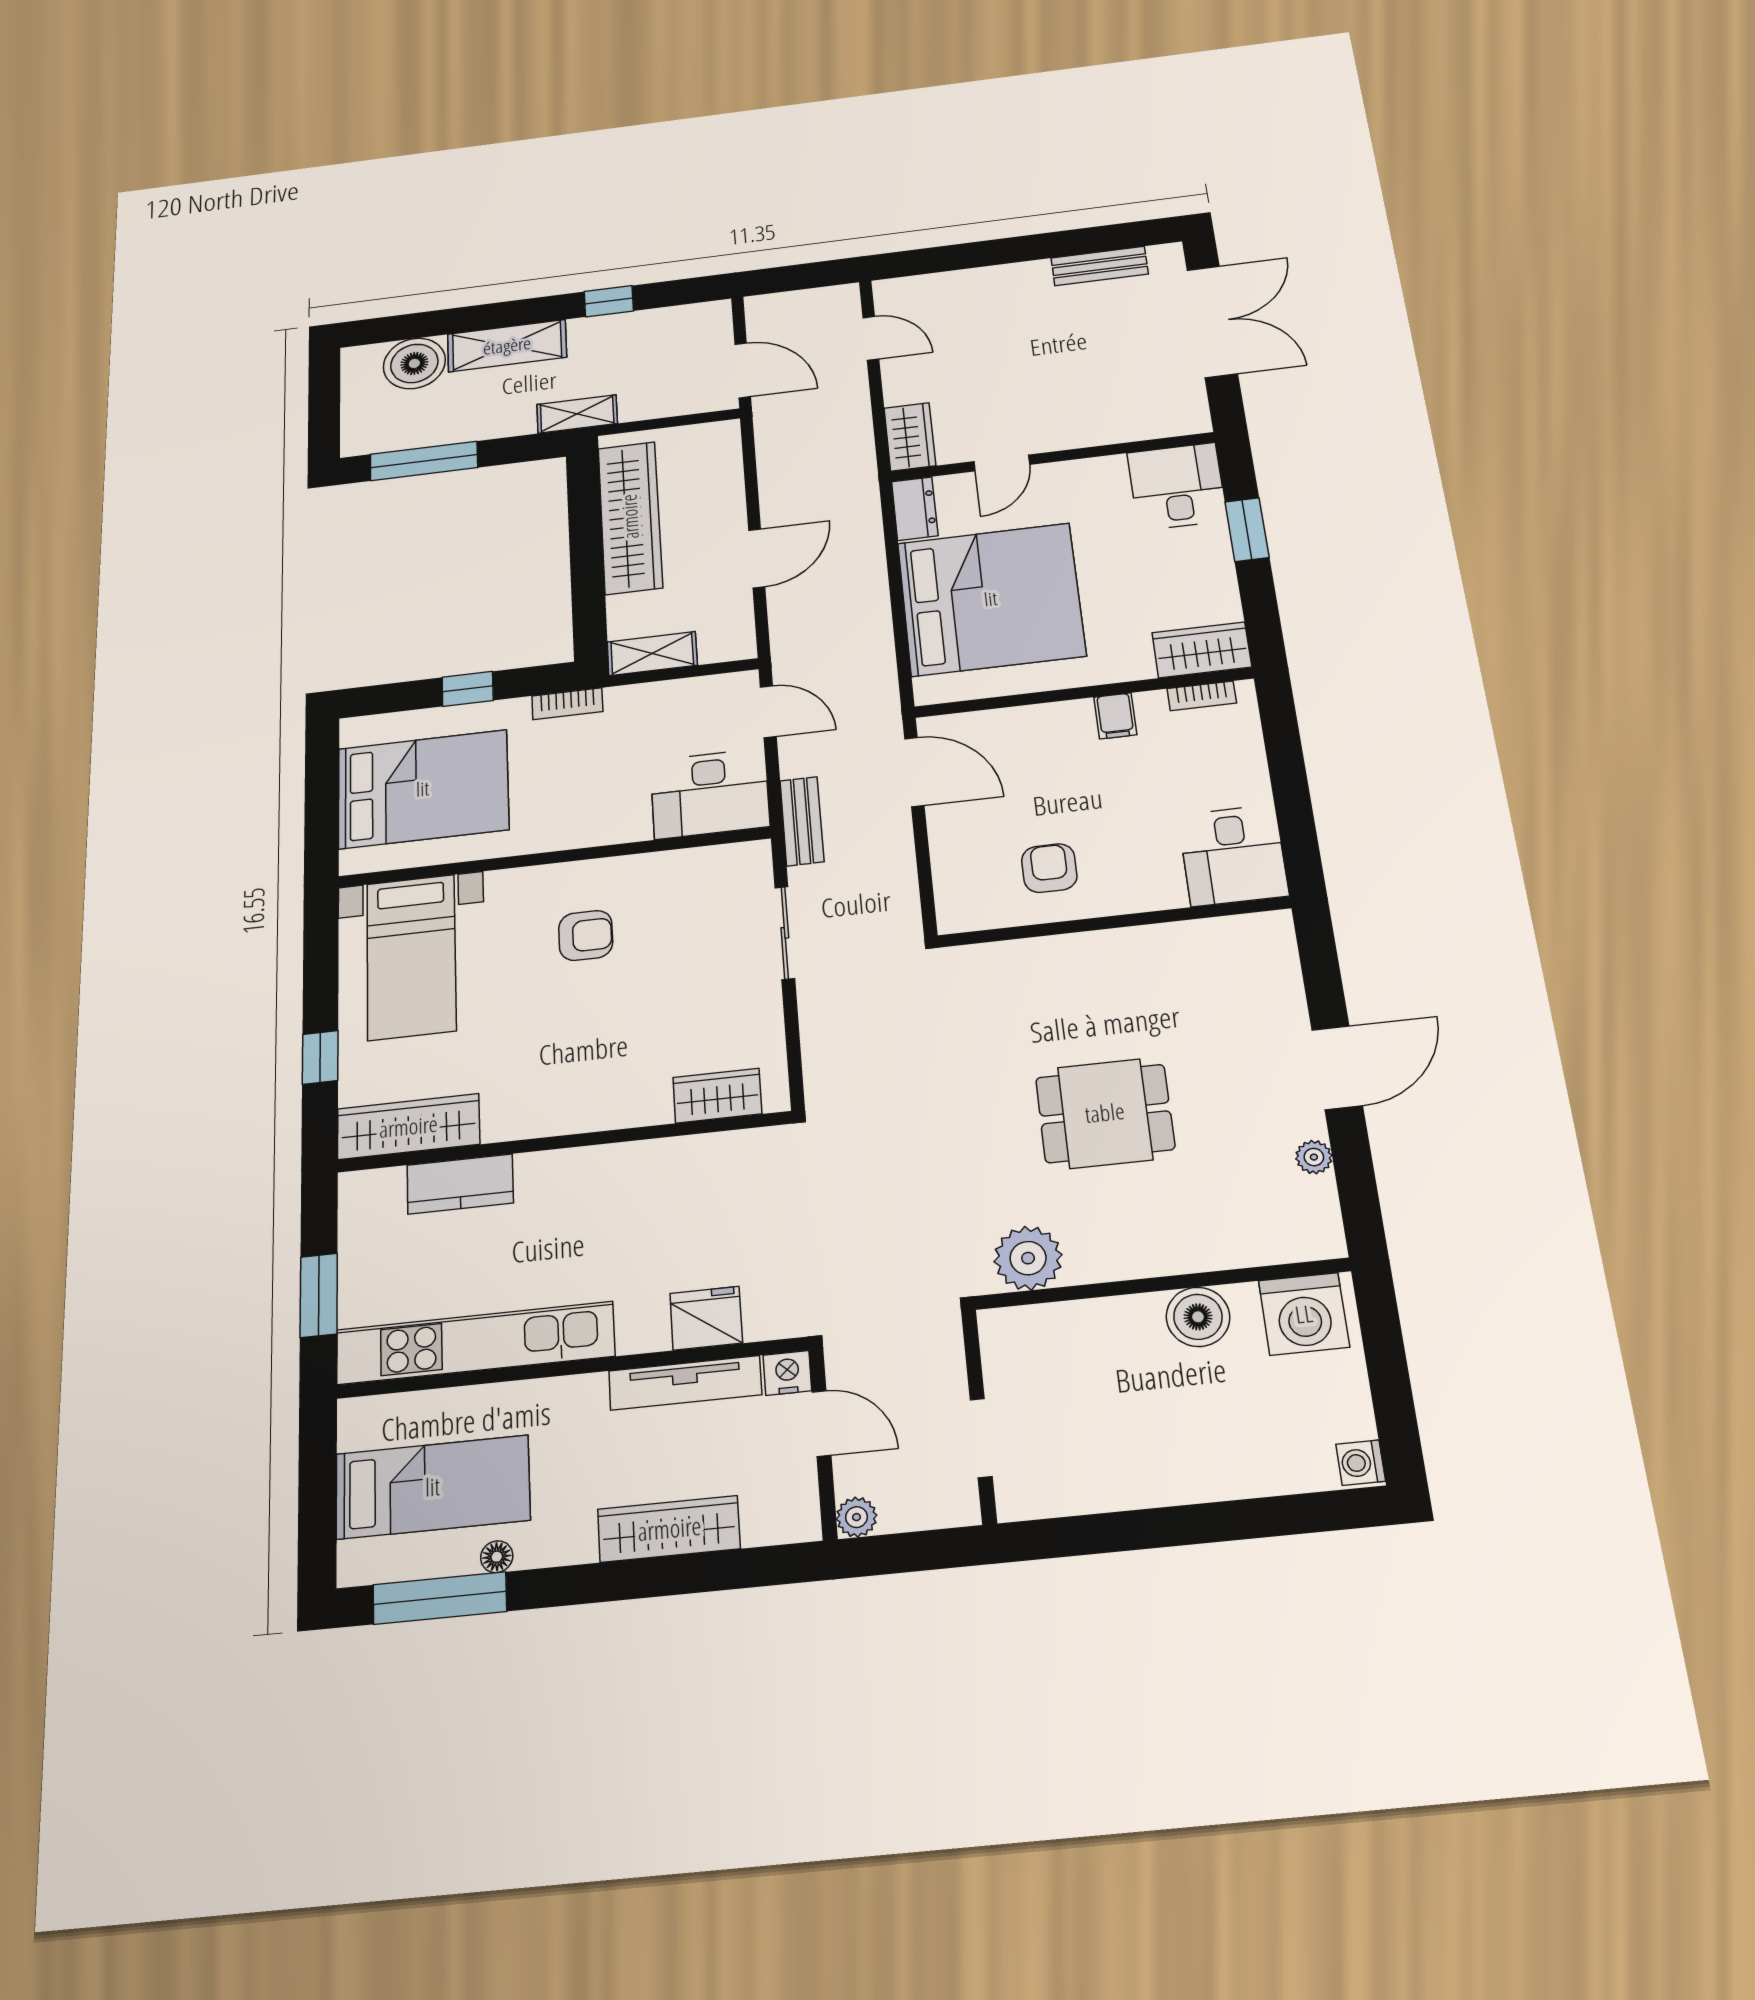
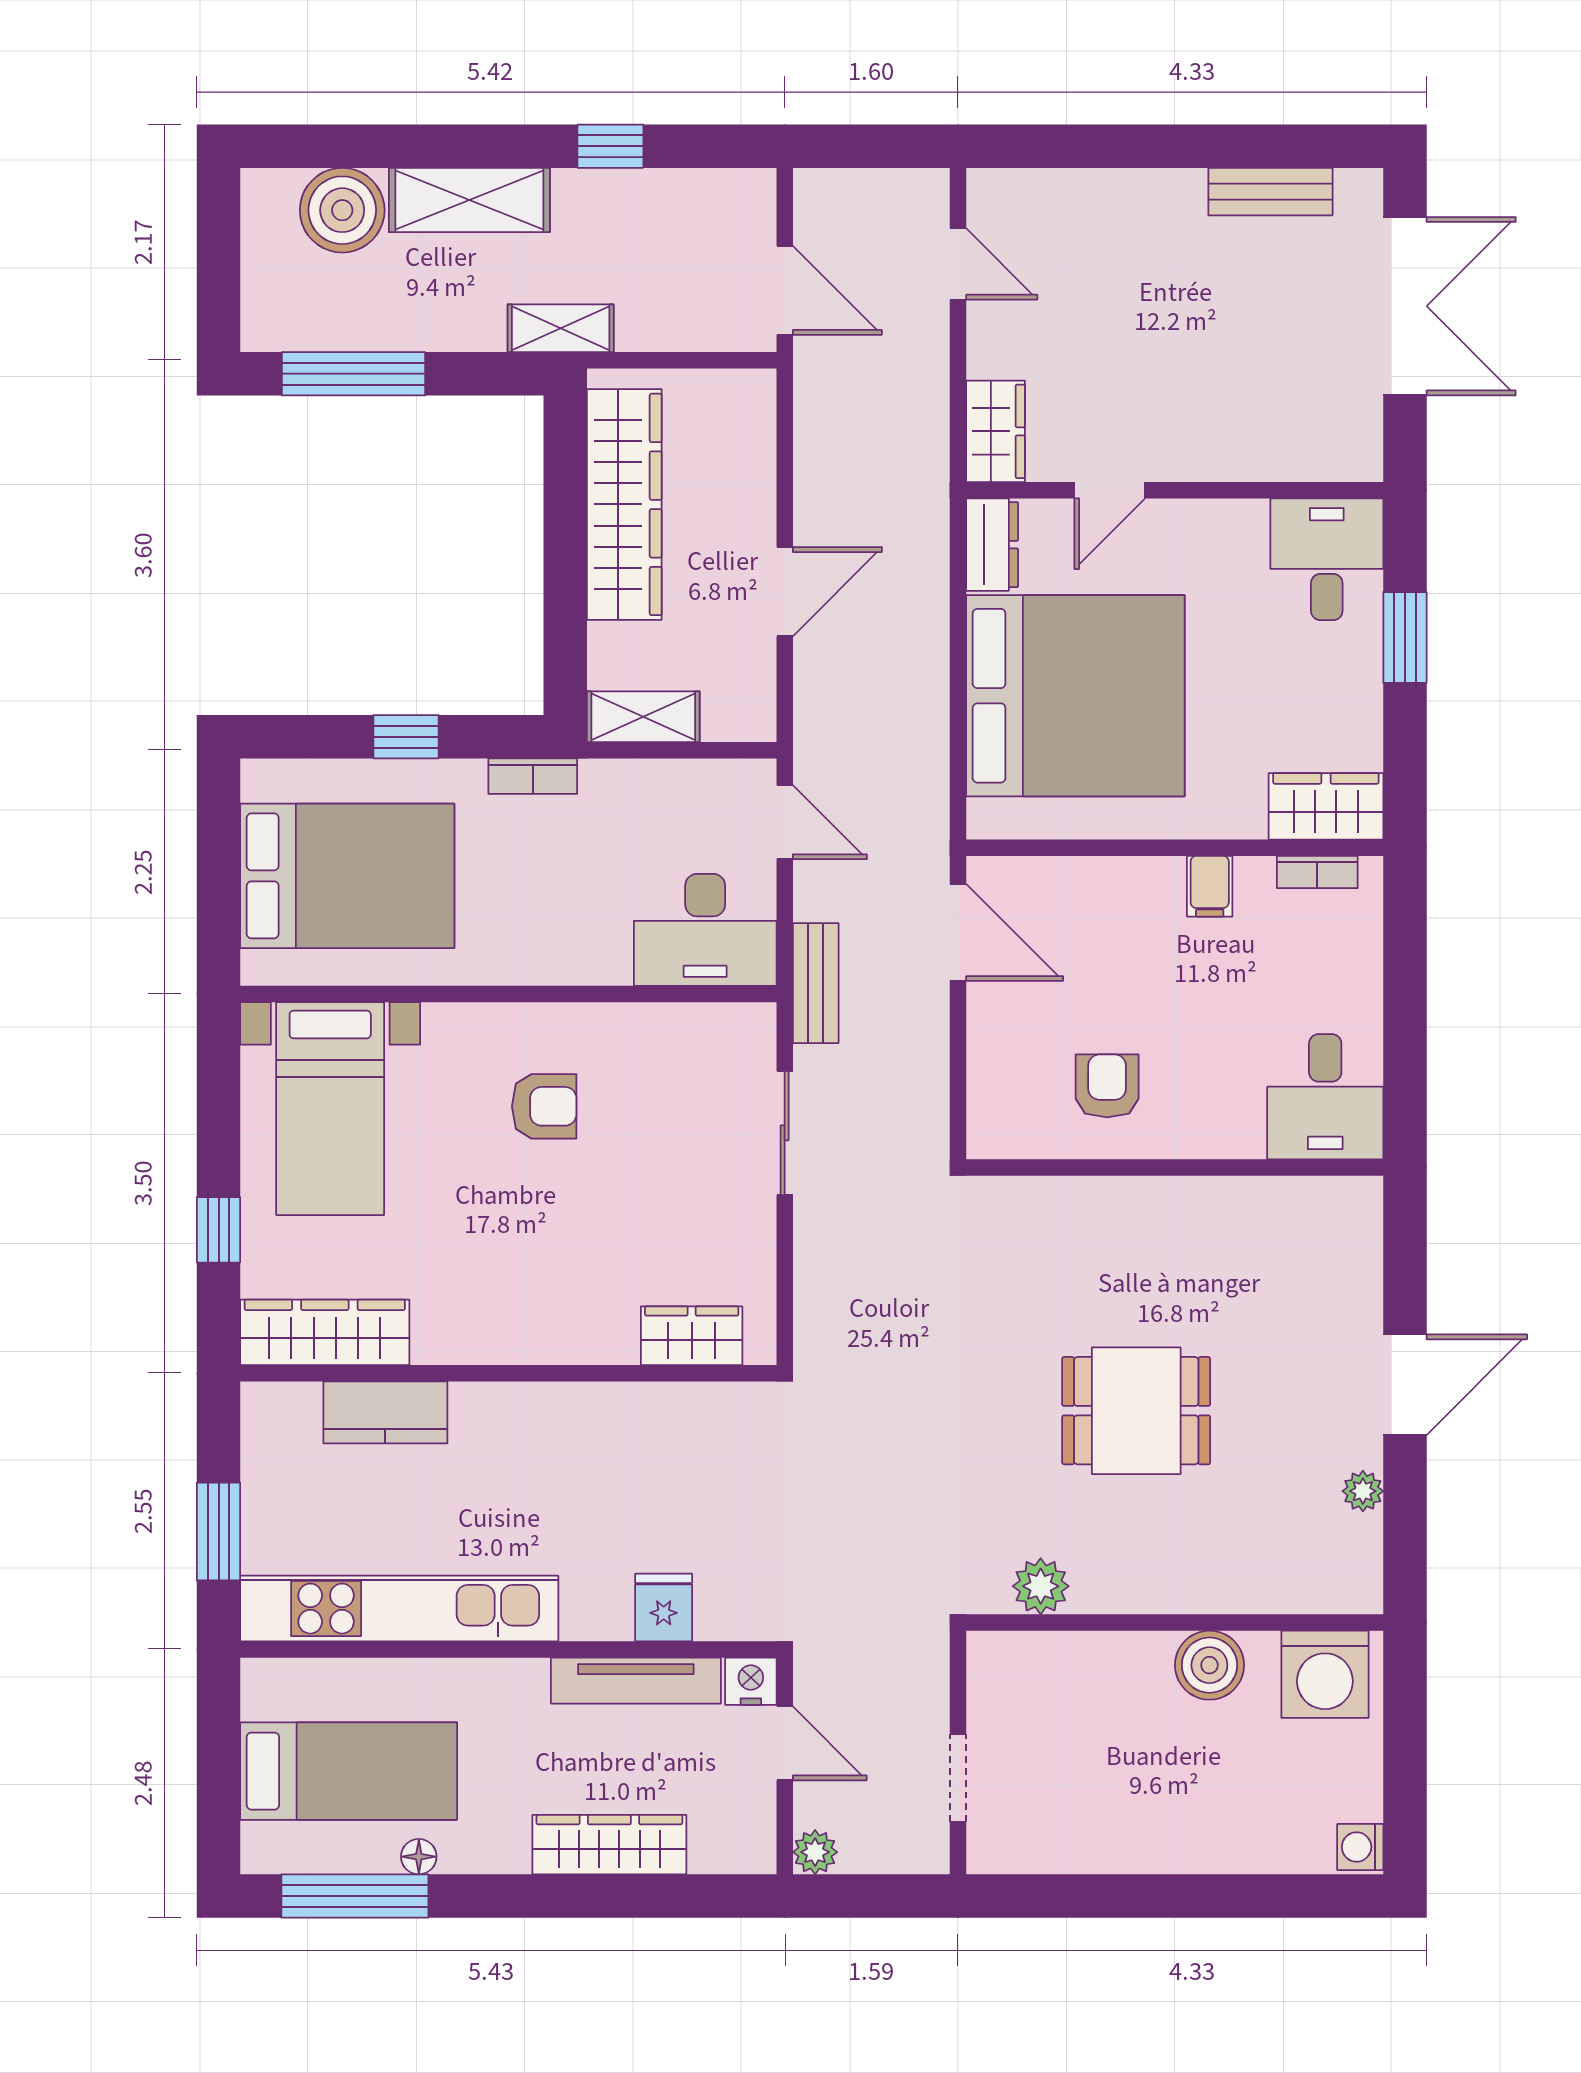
plant: (1028, 1258) -> (1041, 1586), width x0.73, depth x0.73
fridge: (706, 1318) -> (664, 1607), width x0.72

